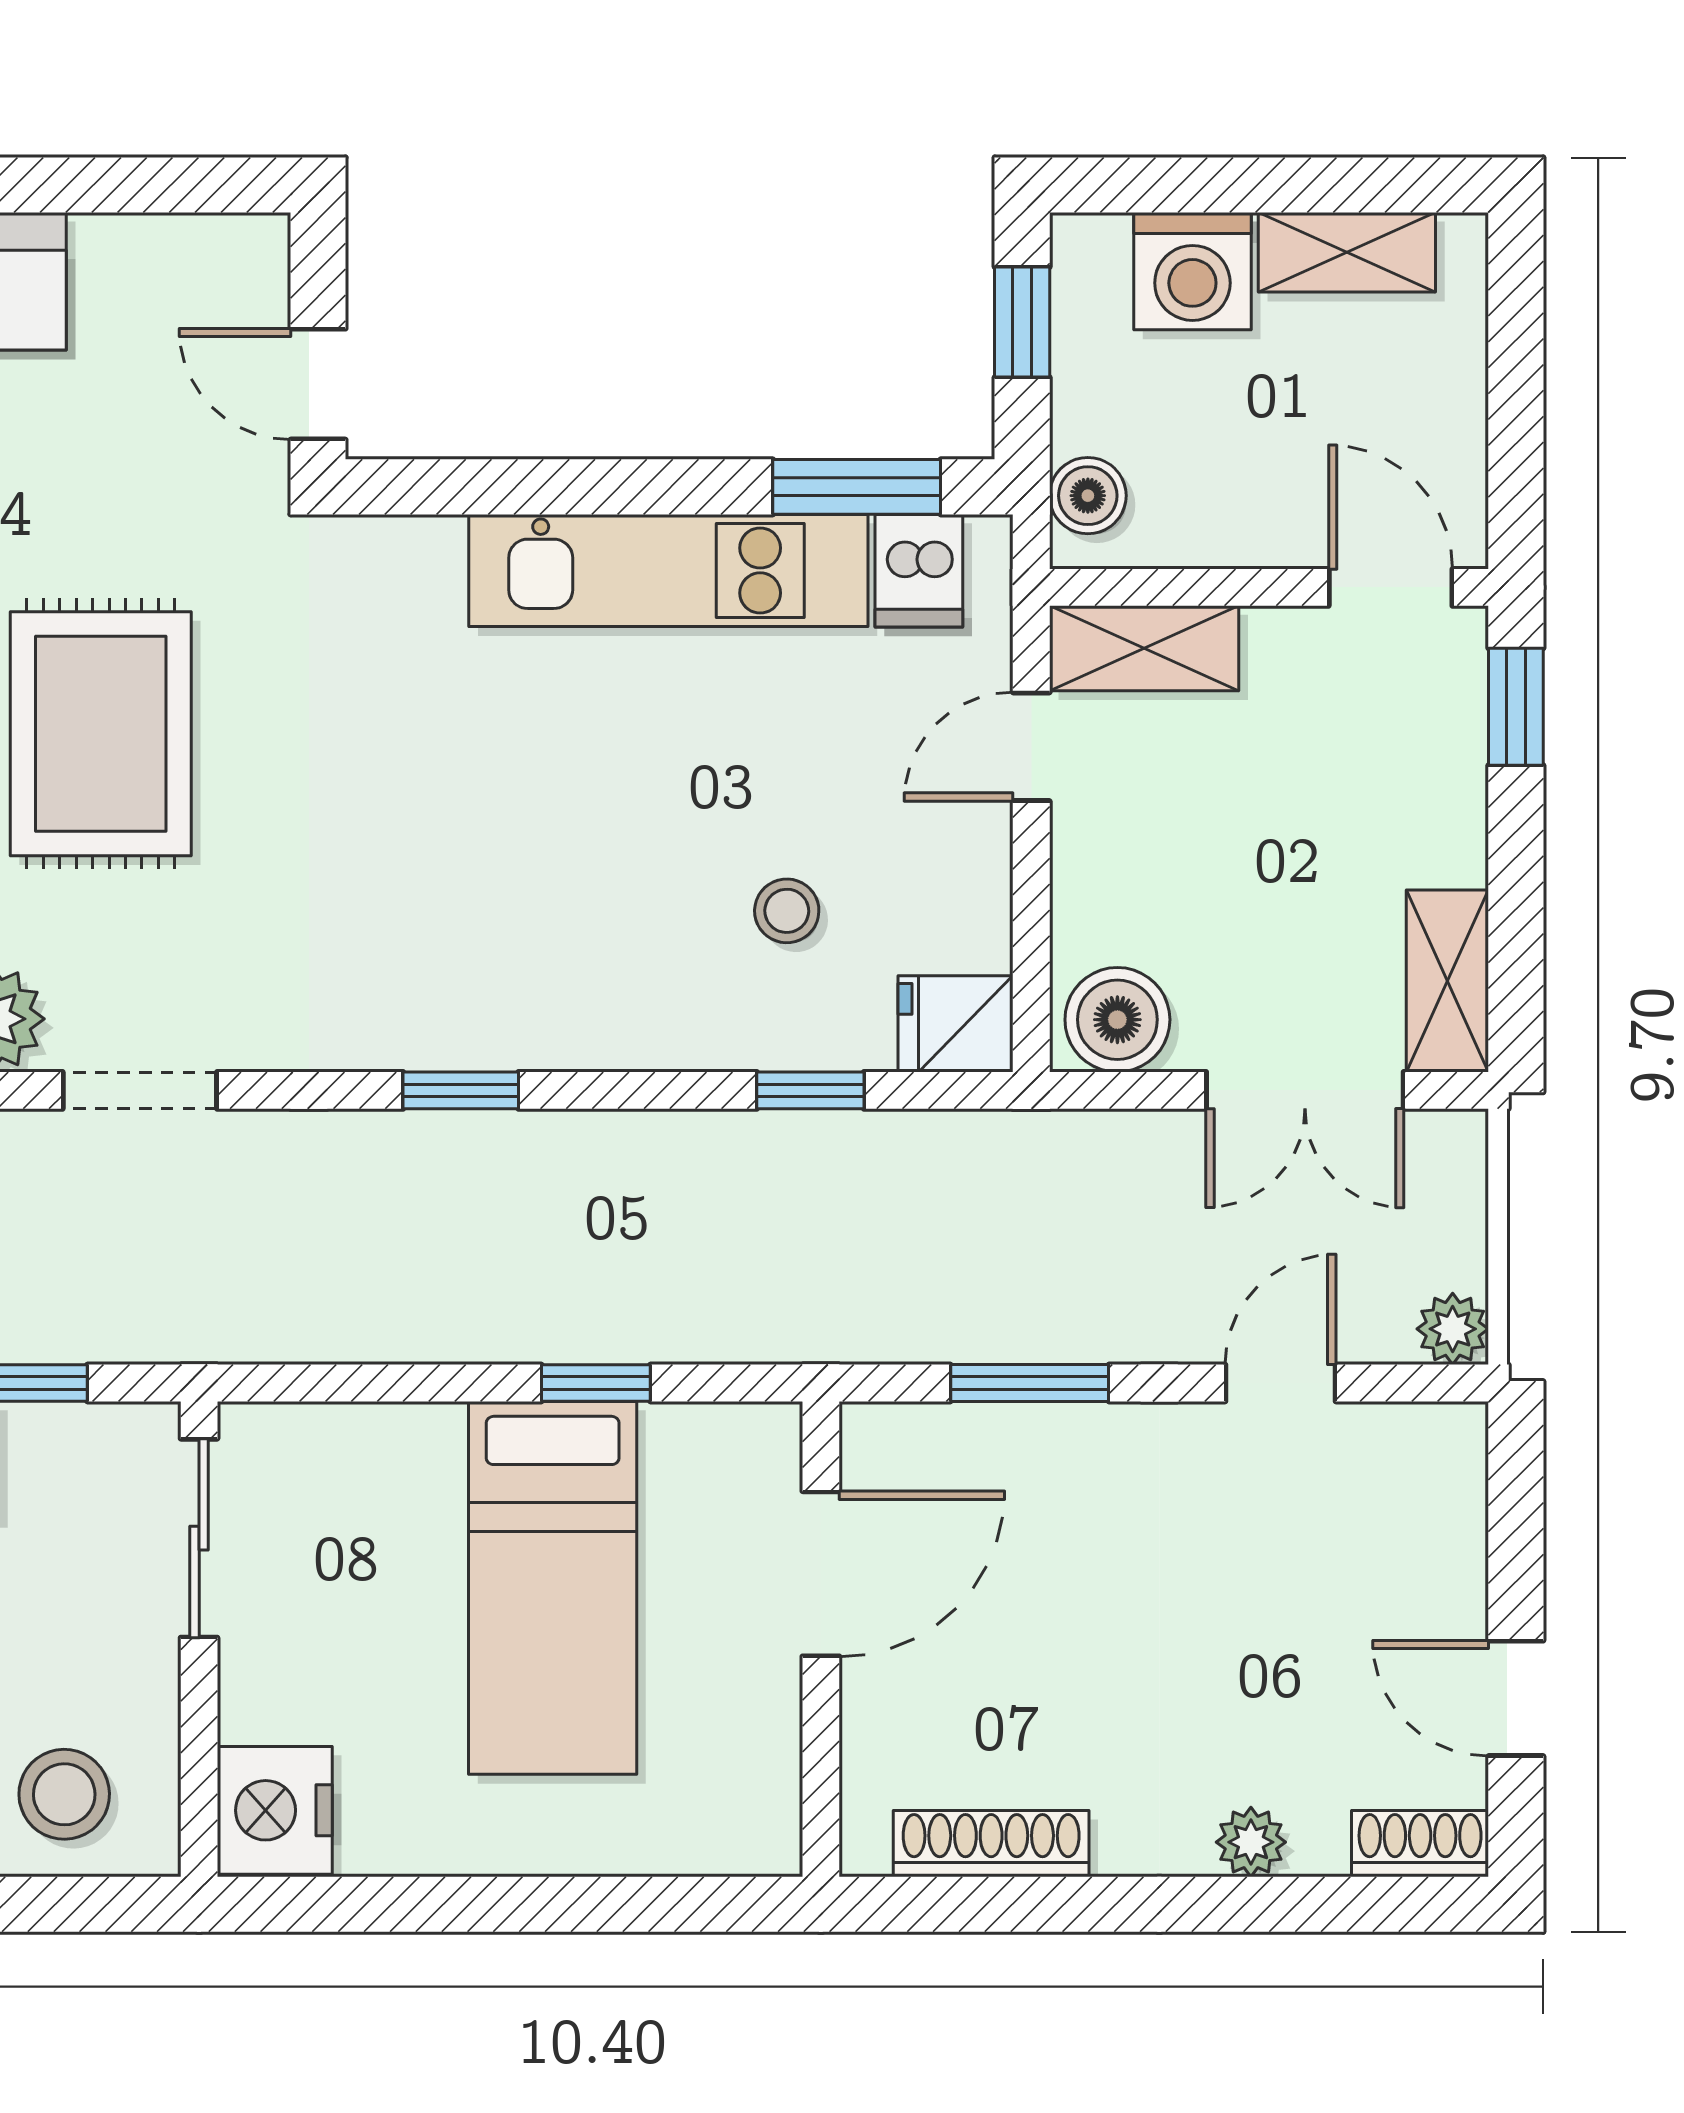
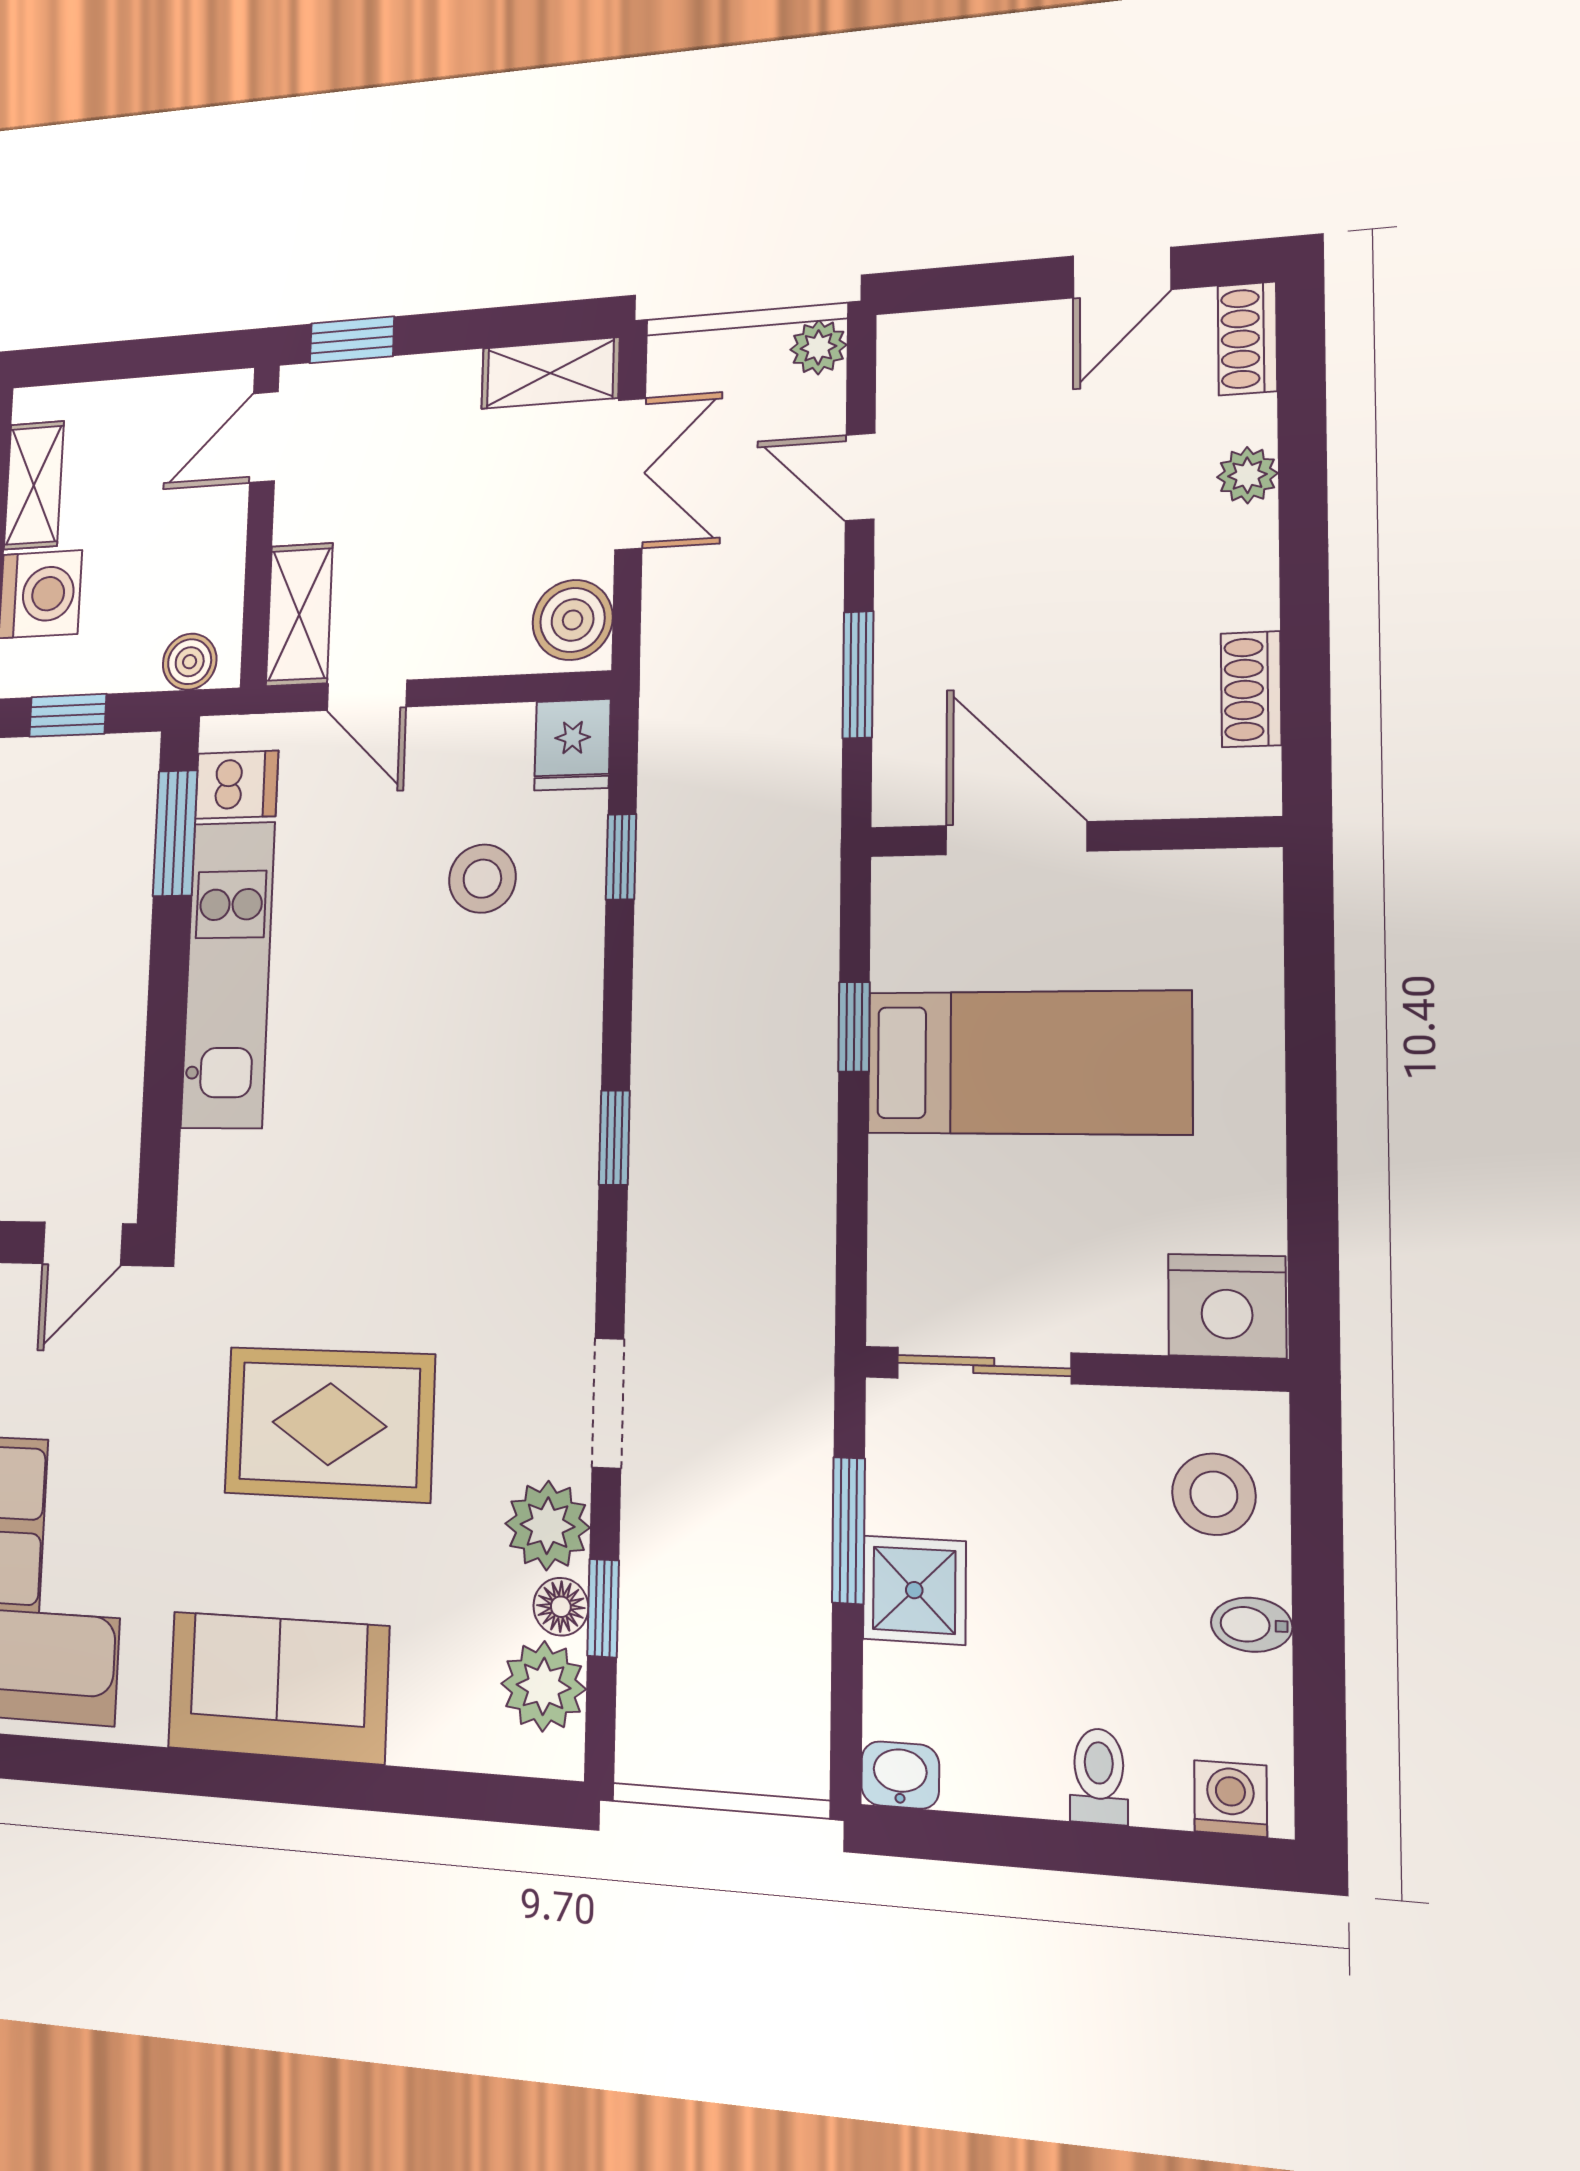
stool: (787, 911) -> (482, 879), width x1.37, depth x1.37
shoe rack: (991, 1844) -> (1251, 689), width x0.70

